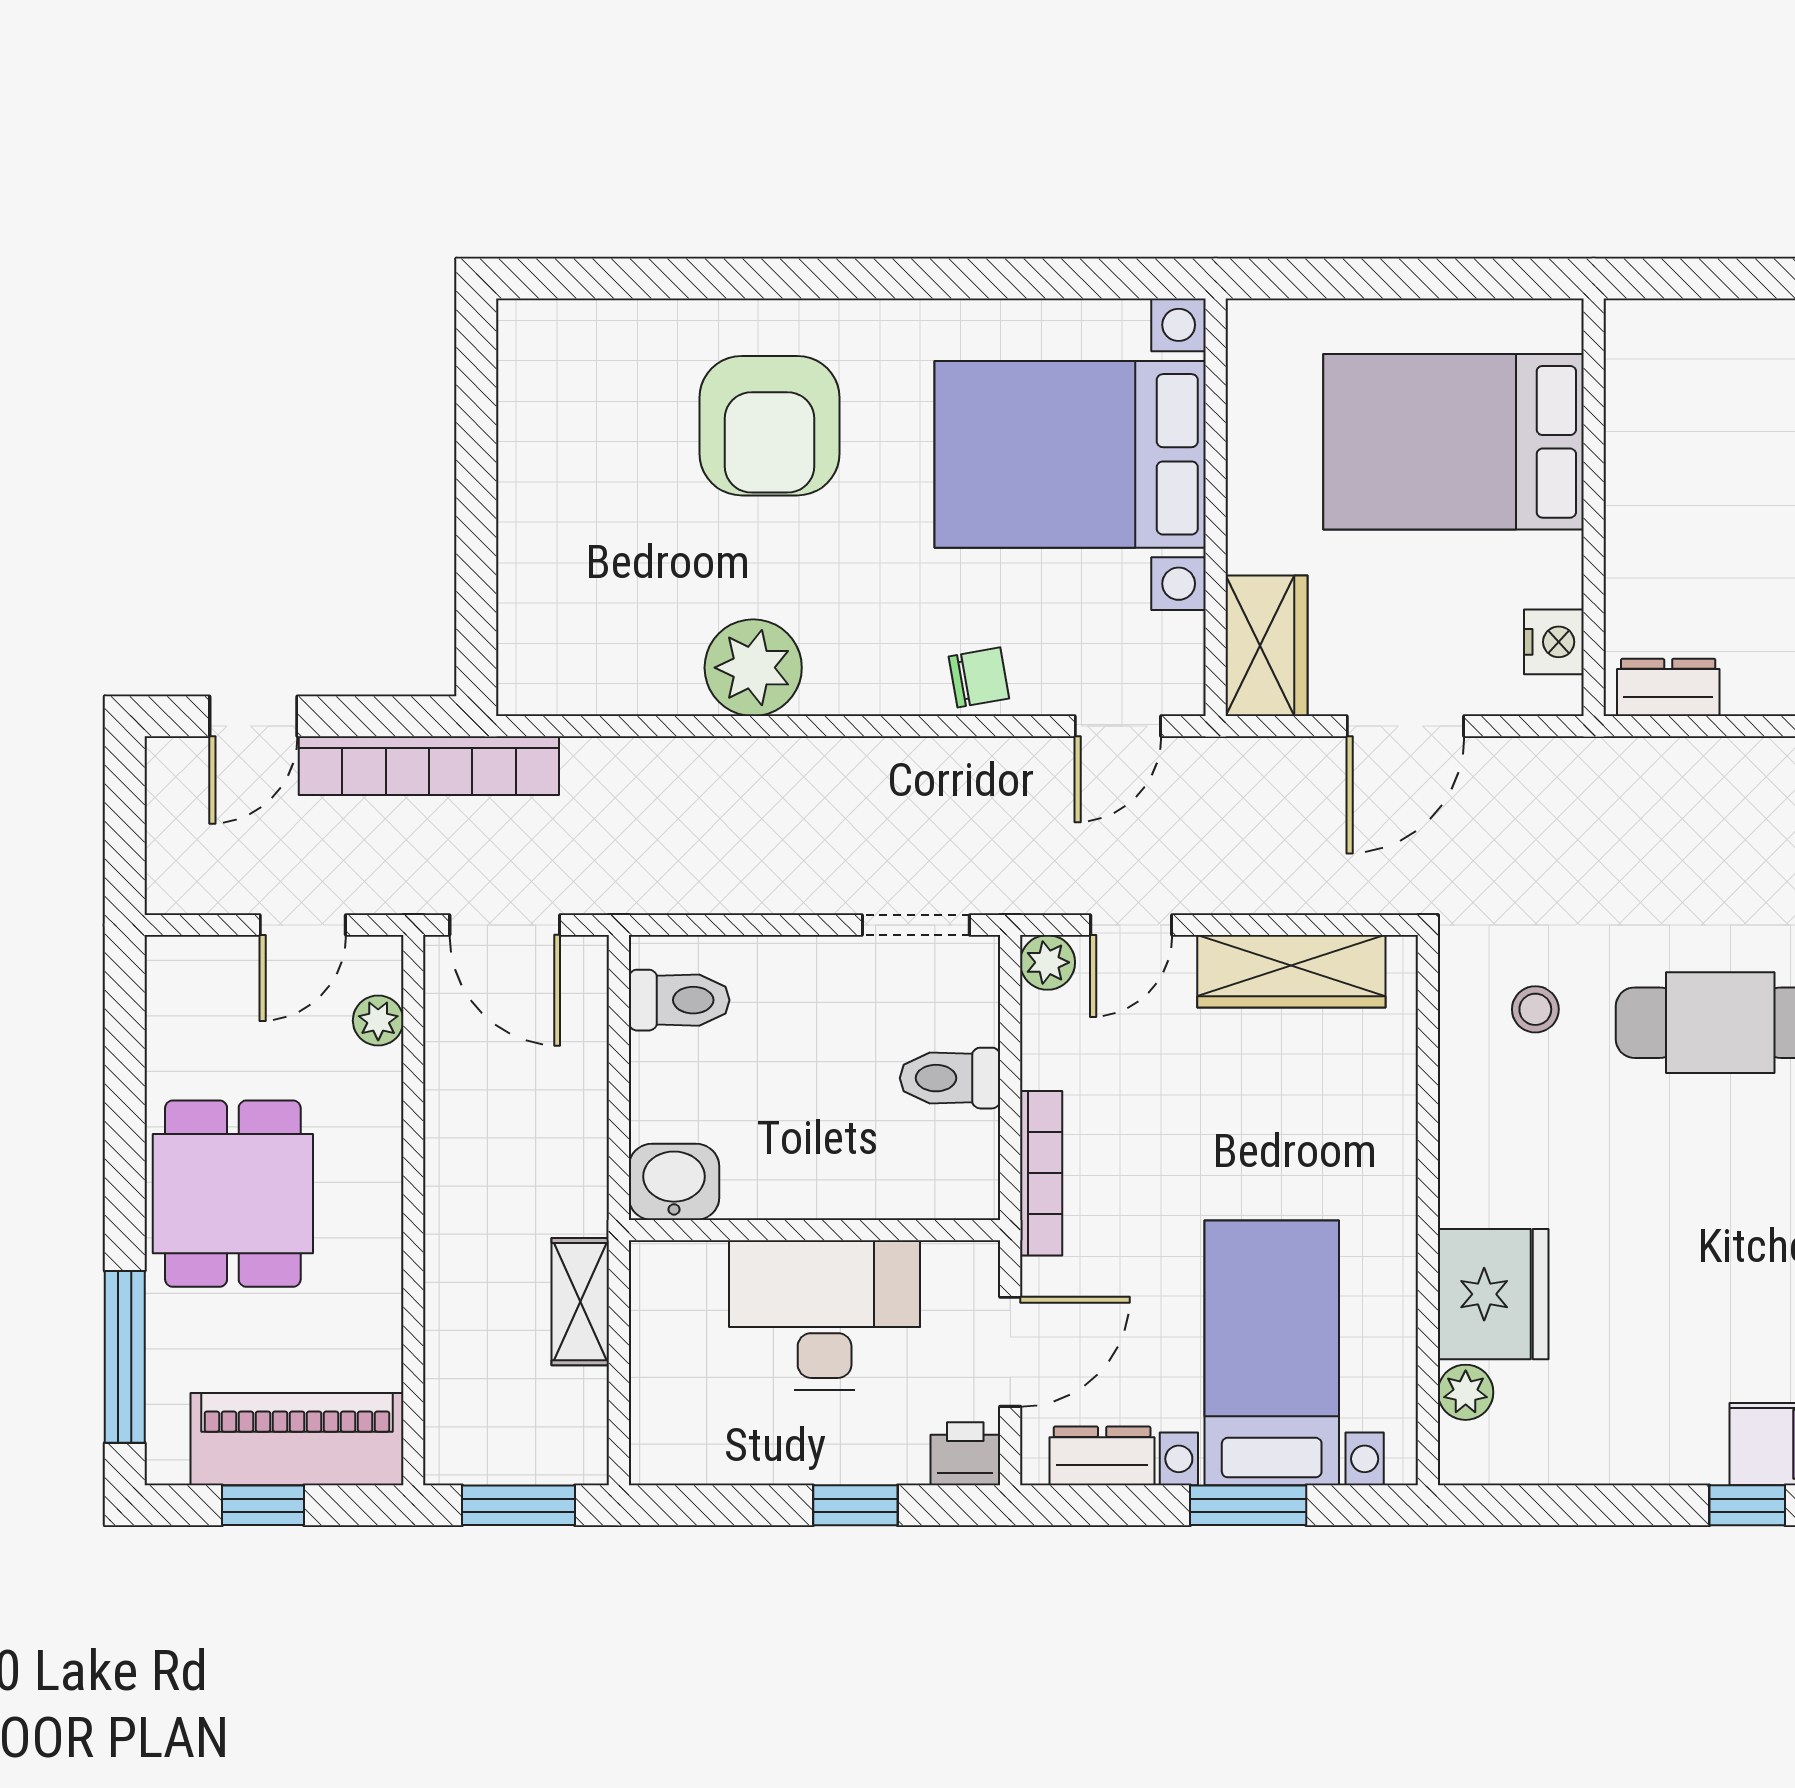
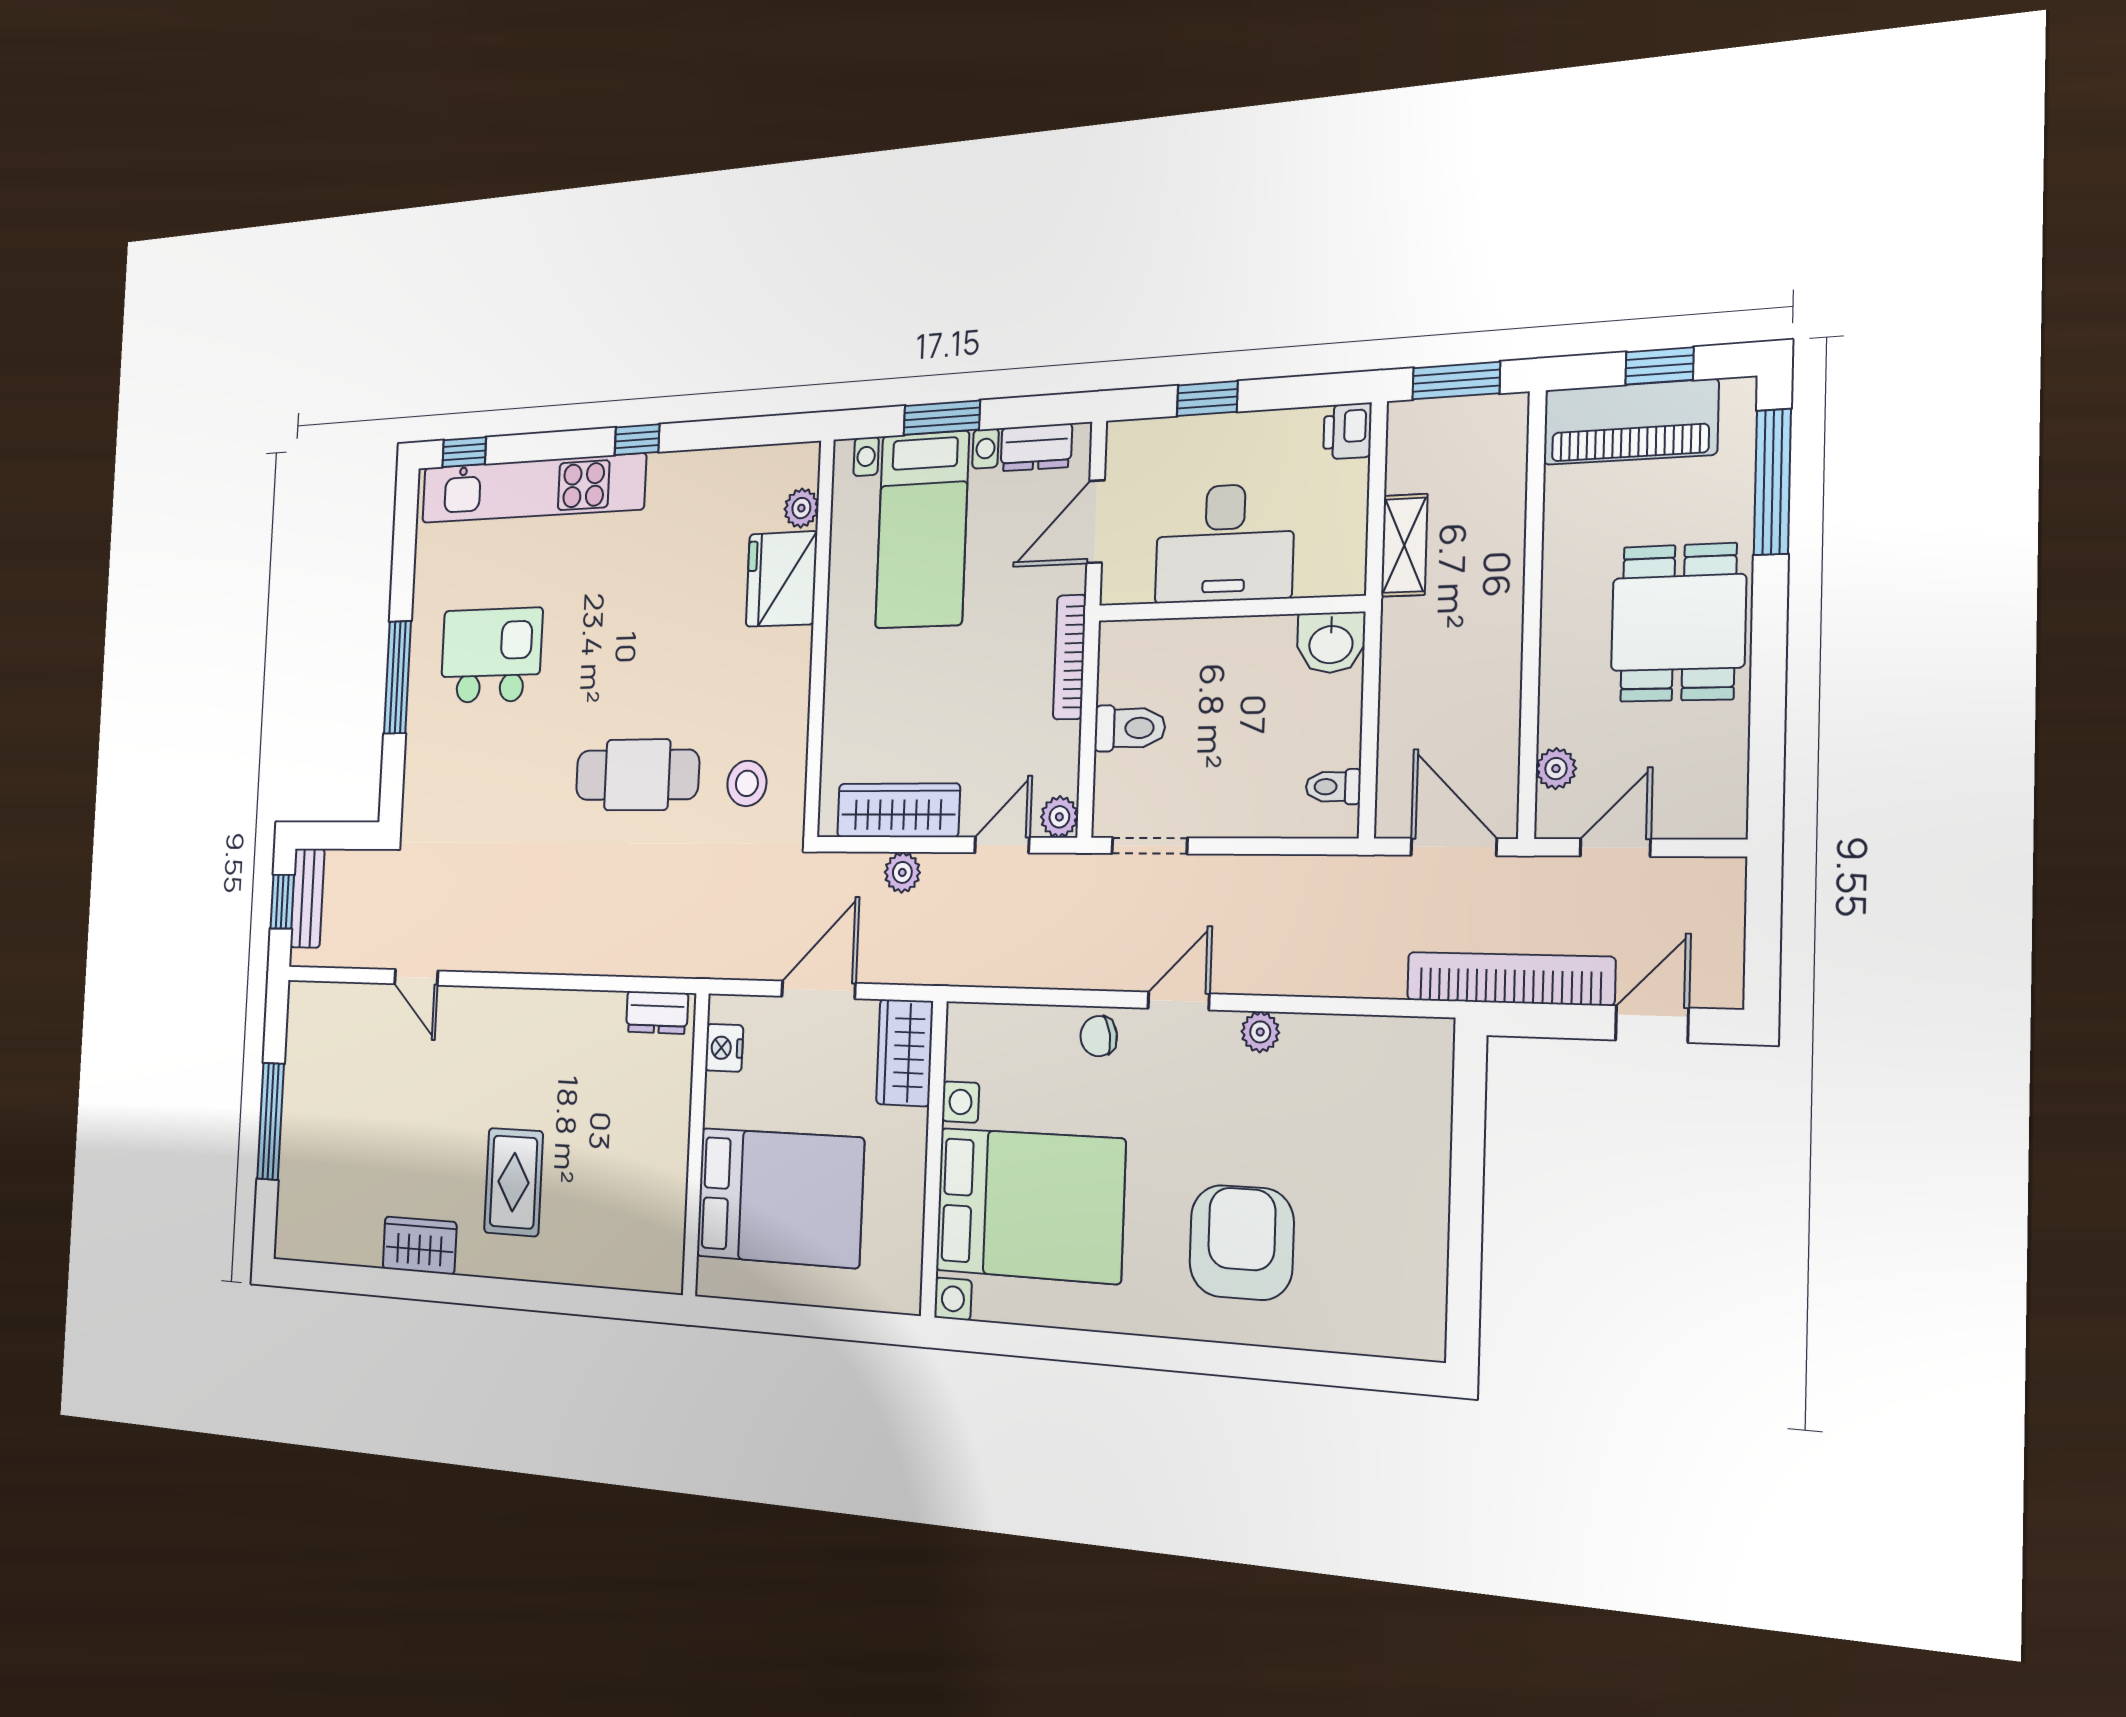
plant: (753, 668) -> (1260, 1032), width x0.53, depth x0.53
door: (1118, 726) -> (1179, 1001), moved
plant: (1281, 887) -> (902, 872), added
toilet: (679, 1000) -> (1333, 787), width x0.73, depth x0.72
stool: (1535, 1009) -> (747, 783), width x1.37, depth x1.37
printer: (965, 1454) -> (1347, 431), moved, turned 90

